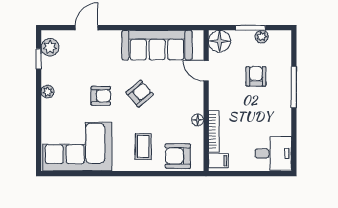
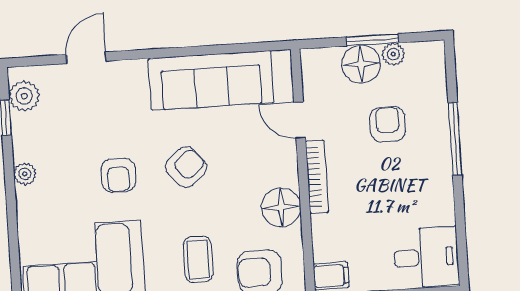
floor lamp: (219, 41) -> (361, 64), moved
armchair: (101, 96) -> (118, 175), turned 90
floor lamp: (198, 120) -> (281, 207), width x1.89, depth x1.89
bookcase: (214, 131) -> (317, 177), moved

